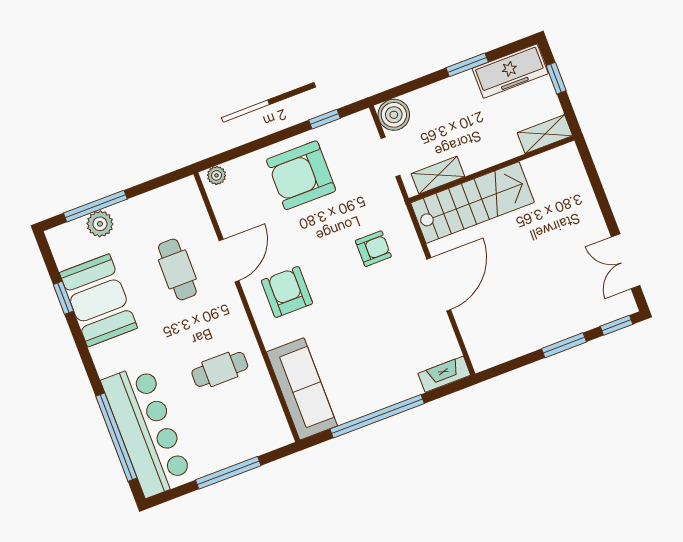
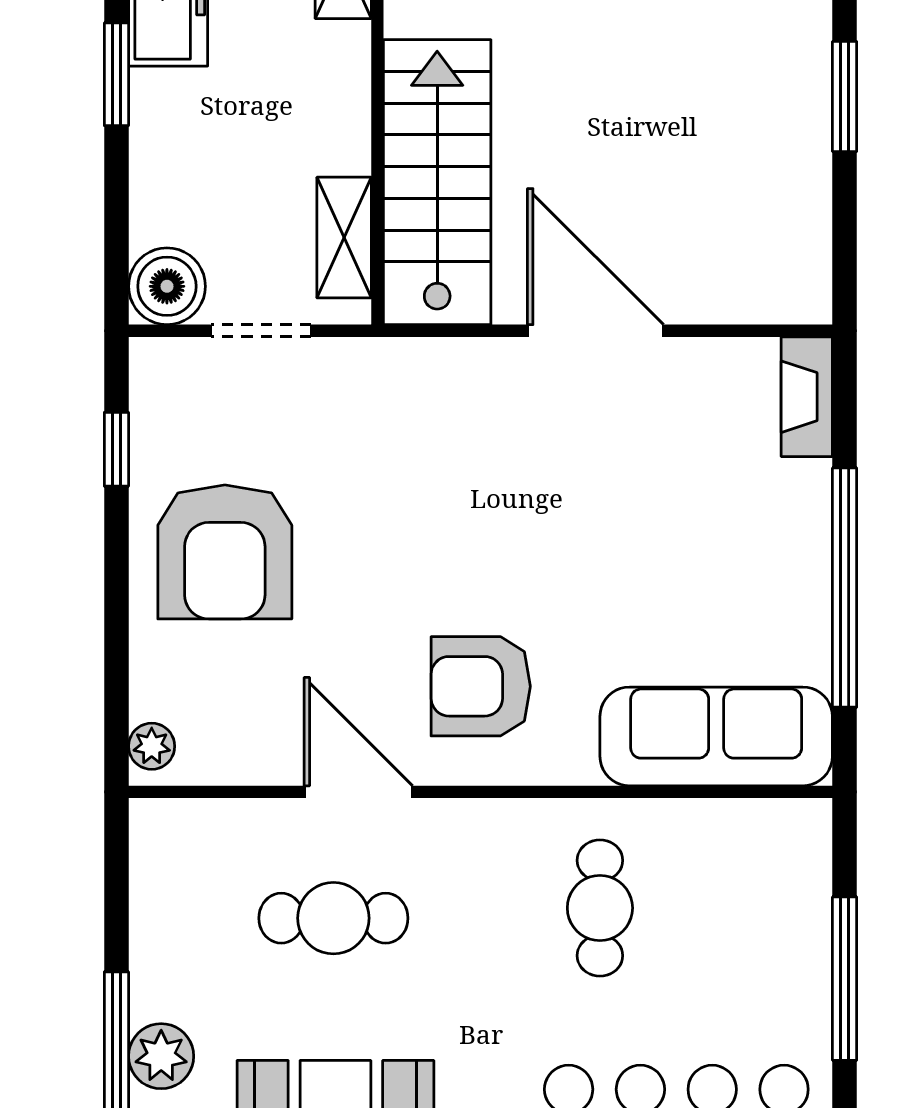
armchair: (373, 249) -> (457, 450), removed

